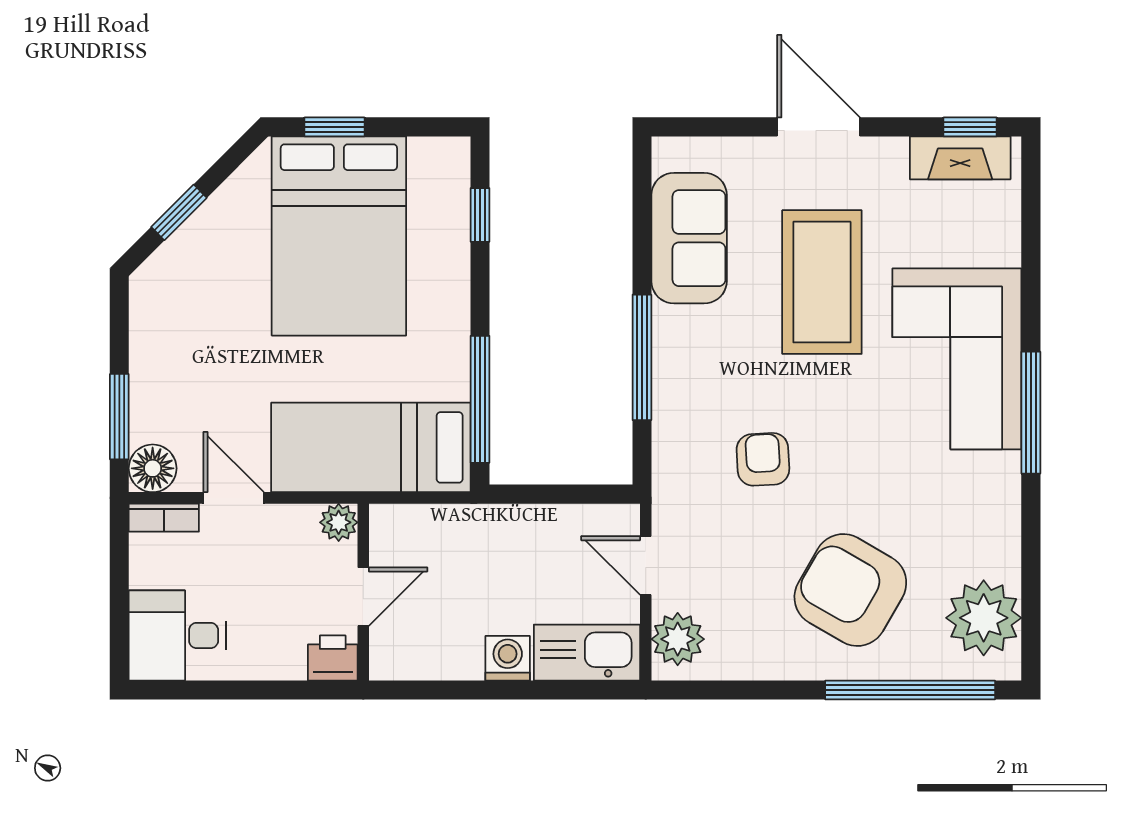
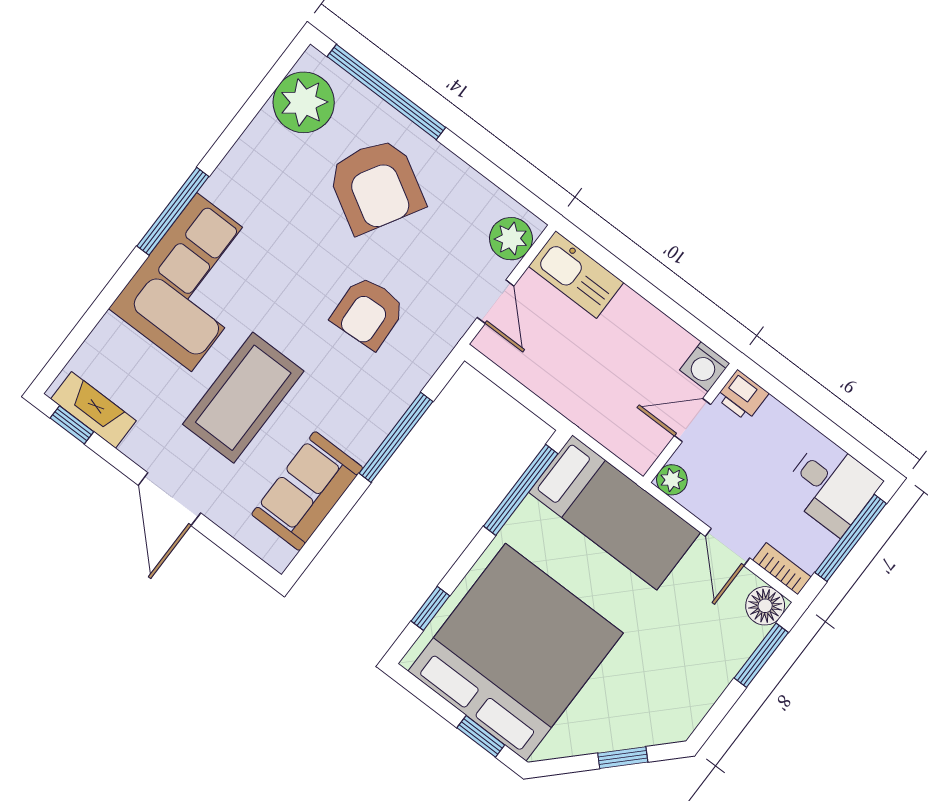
bed: (339, 236) -> (516, 652), width x1.36
armchair: (763, 459) -> (368, 312), width x1.38, depth x1.38
window: (119, 599) -> (851, 538), added
washing machine: (508, 658) -> (705, 367), moved

